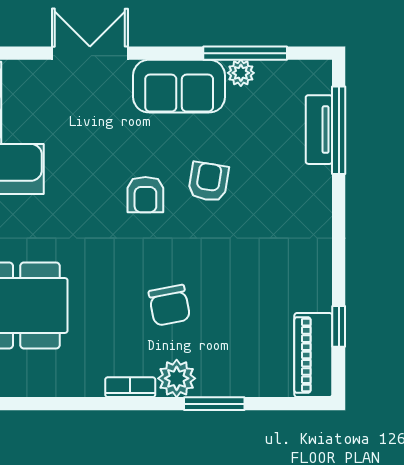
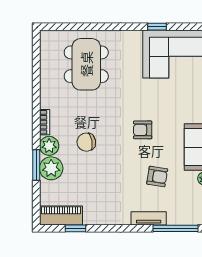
tv unit: (319, 130) -> (149, 218), moved
armchair: (208, 182) -> (157, 176), moved
plant: (221, 374) -> (51, 168), added

